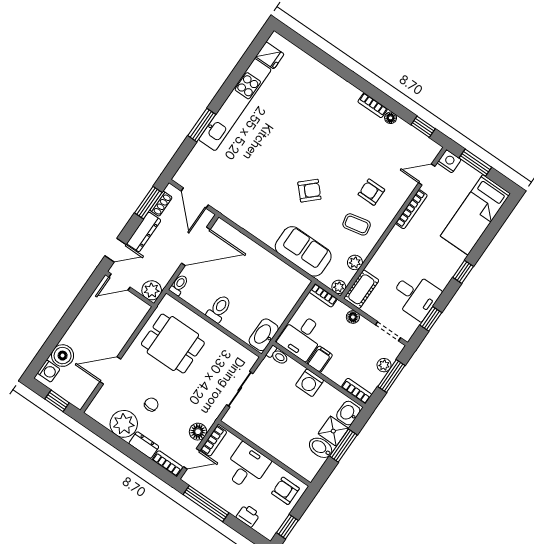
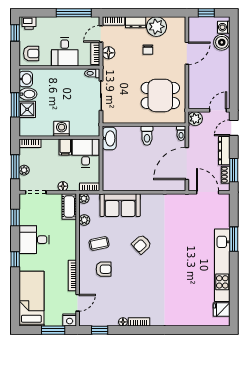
desk: (415, 296) -> (34, 240), moved
toilet: (278, 356) -> (92, 73), moved
washbasin: (348, 413) -> (26, 79), moved
printer: (248, 516) -> (29, 23), moved

